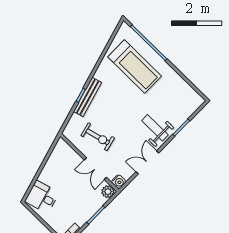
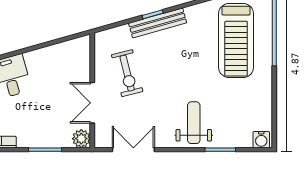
double door: (147, 162) -> (133, 150), moved
water cooler: (119, 182) -> (261, 140), moved

